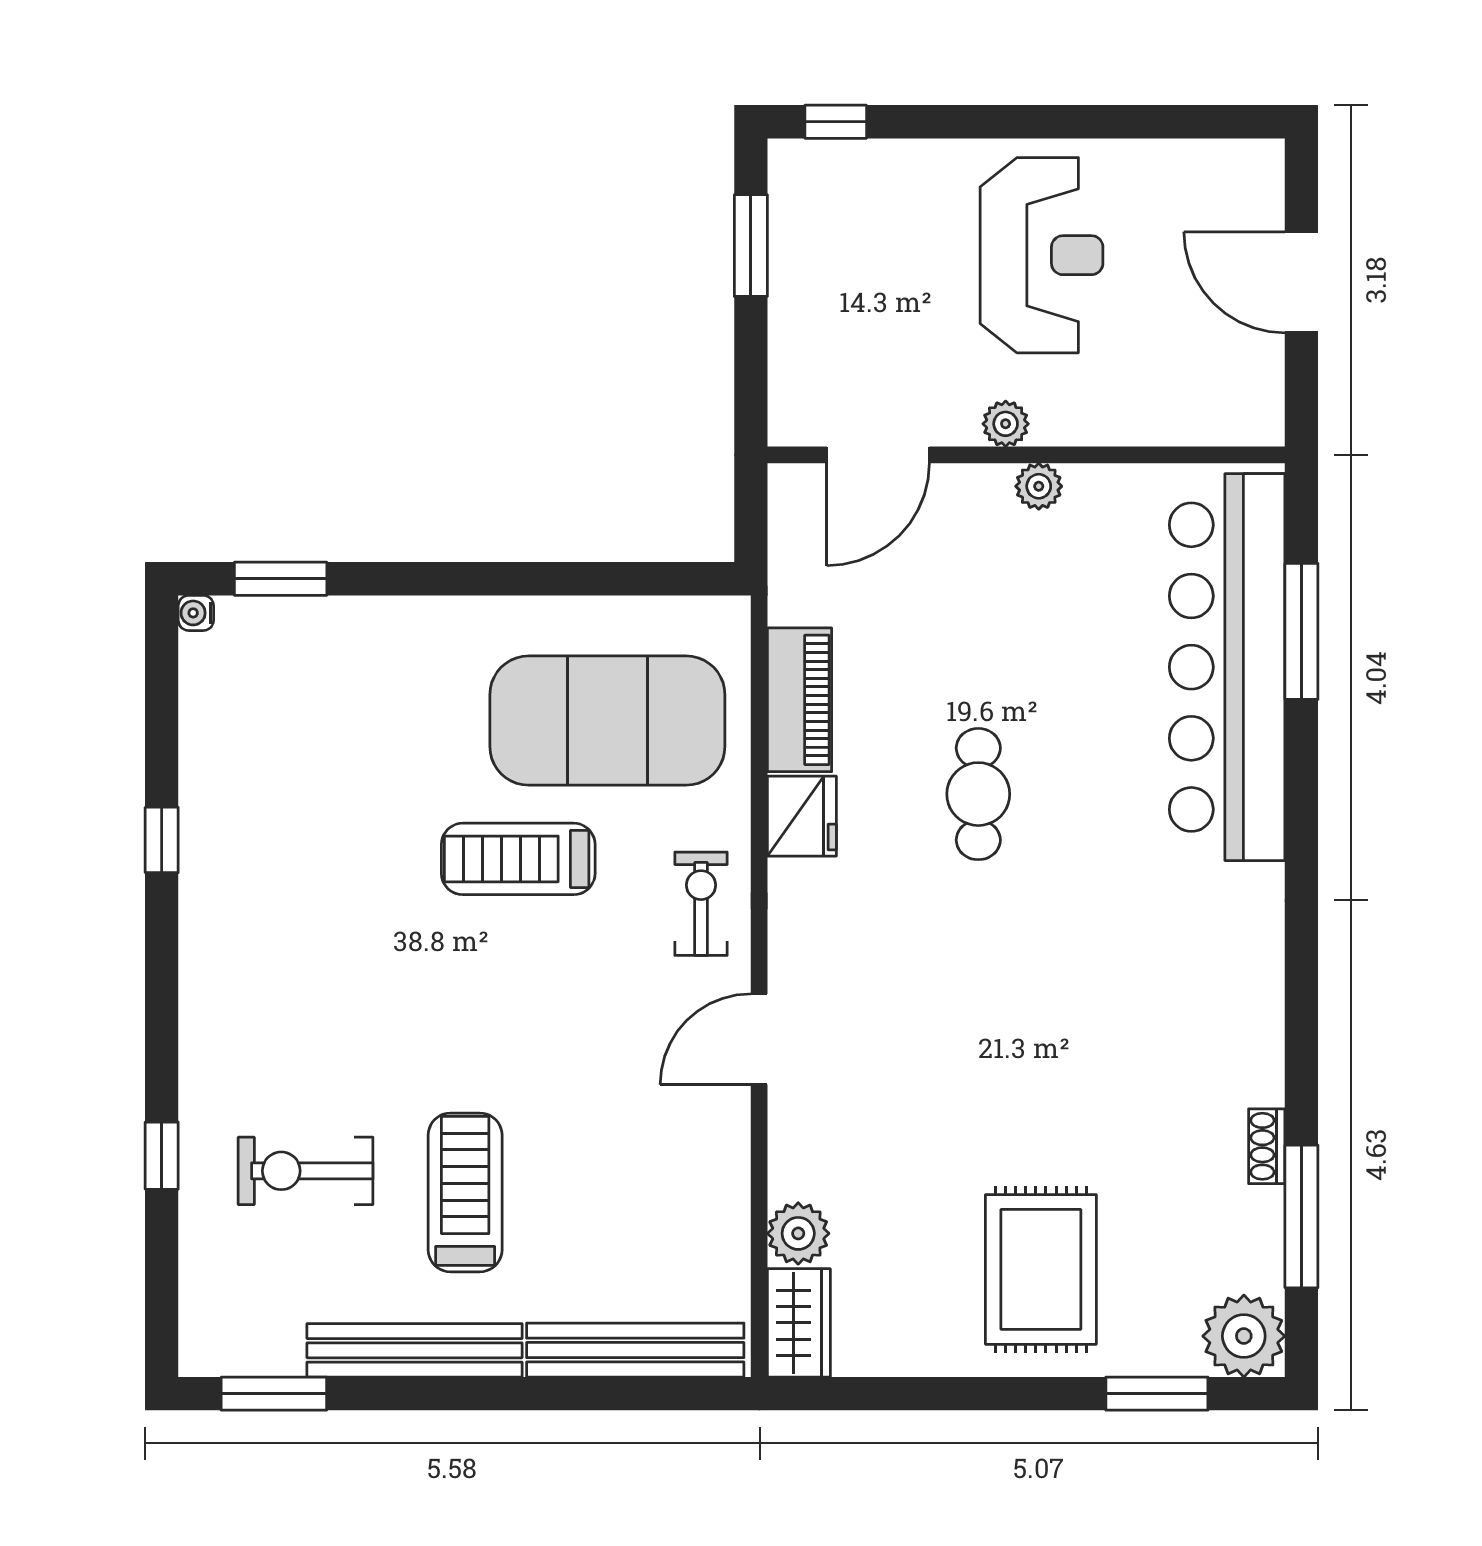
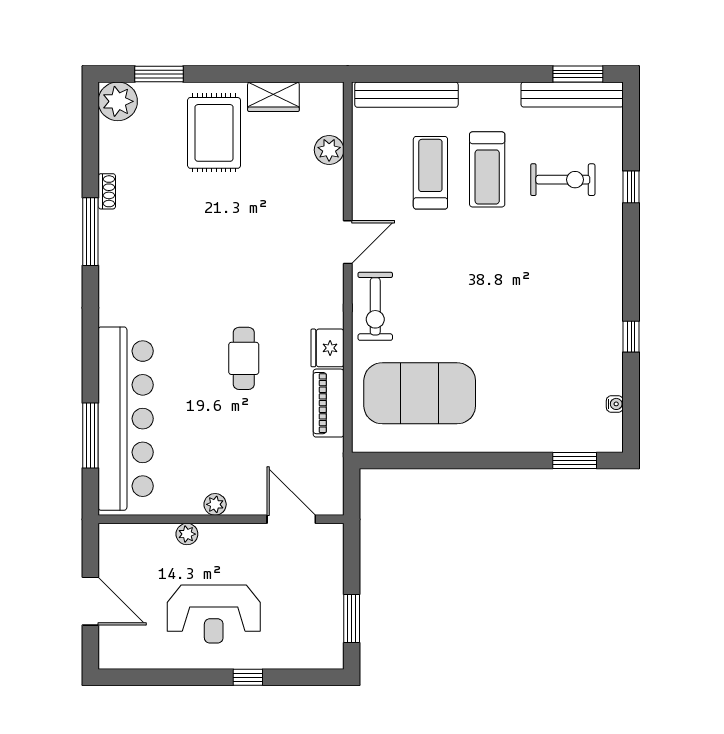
window: (836, 122) -> (248, 677), moved
reception desk: (1042, 255) -> (214, 614), turned -90
plant: (1006, 424) -> (187, 534), moved
door: (878, 455) -> (291, 519), hinge flipped
water cooler: (196, 613) -> (615, 404), moved
treadmill: (518, 859) -> (430, 173), moved, turned -90
exercise bike: (701, 904) -> (375, 306), width x1.38, depth x1.39
window: (1301, 1216) -> (90, 232), moved
wardrobe: (799, 1323) -> (273, 97), moved, turned -90
bench: (414, 1350) -> (572, 95), moved

